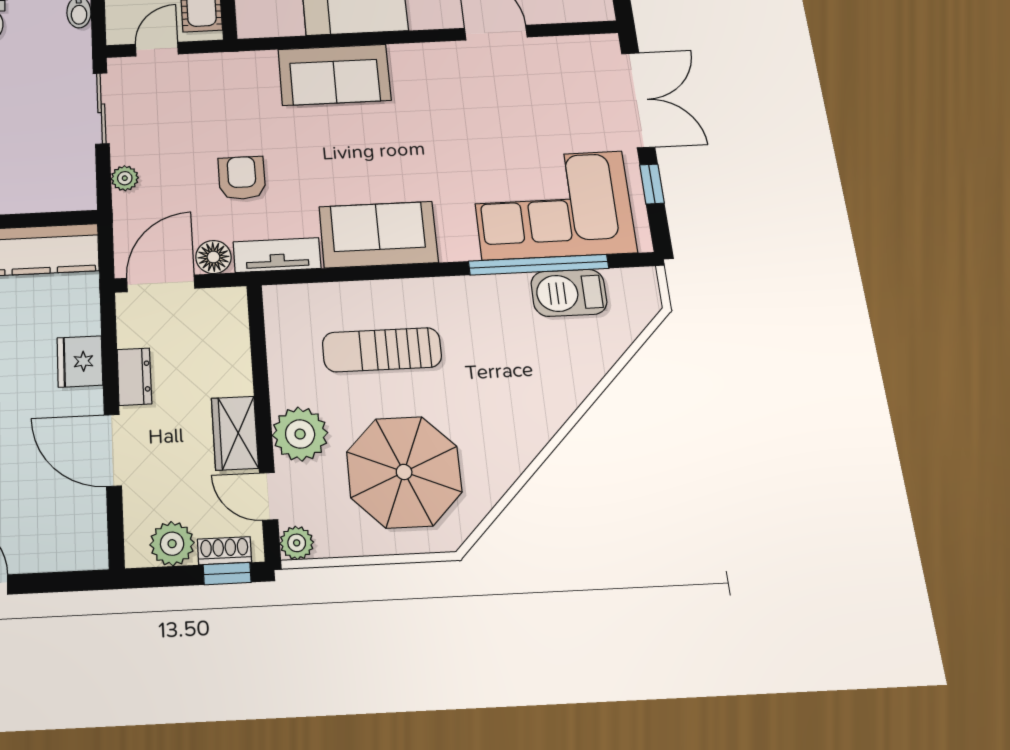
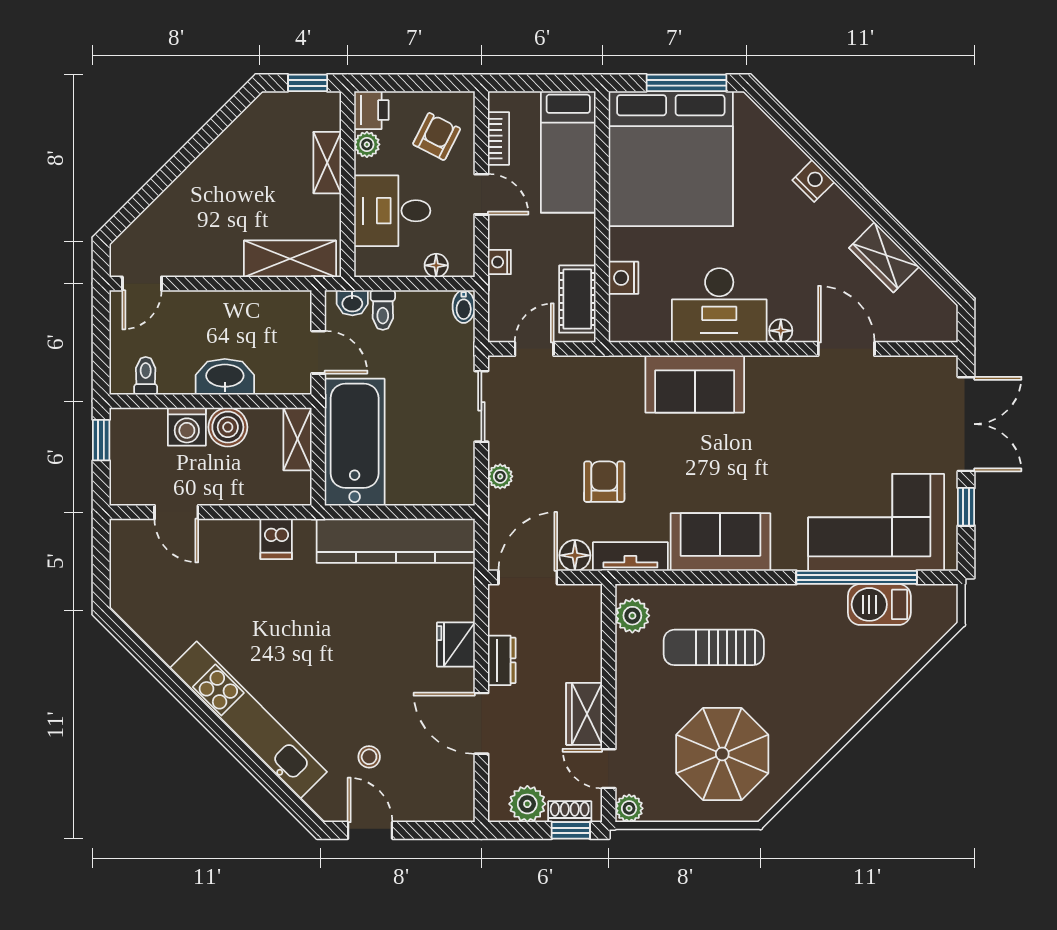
floor lamp: (423, 19) -> (781, 331), added
plant: (300, 434) -> (632, 616), moved, width x0.73, depth x0.73

